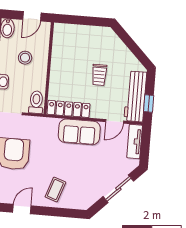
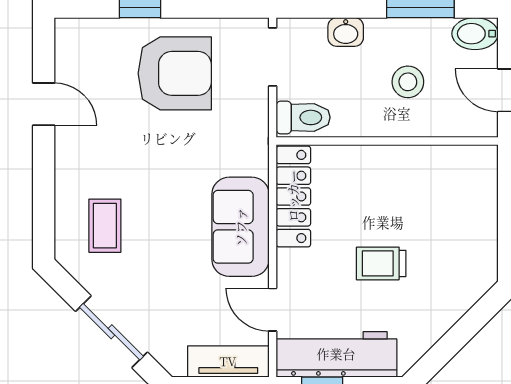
coffee table: (55, 189) -> (105, 226), moved, turned 71

